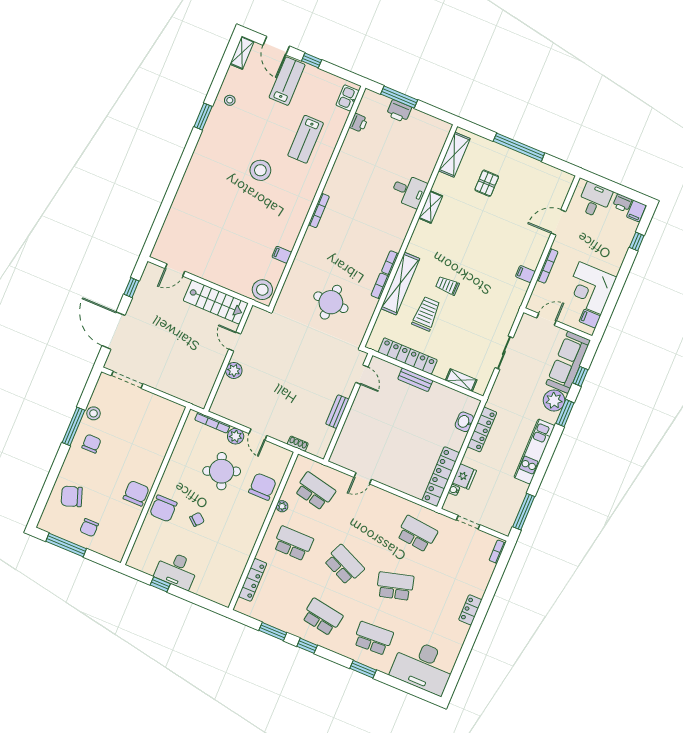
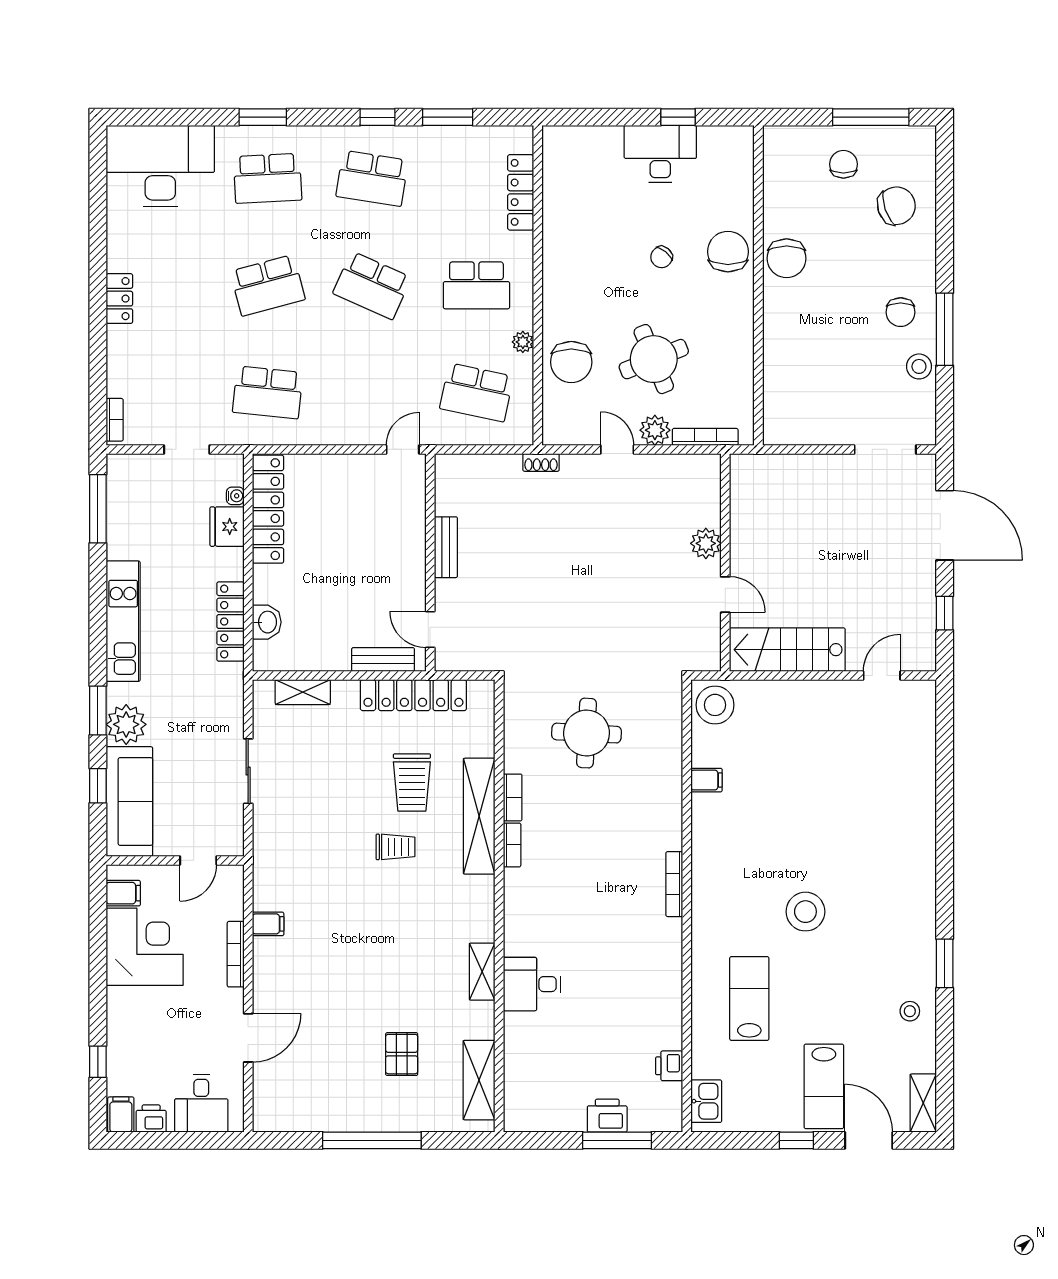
door: (362, 375) -> (430, 629), moved
wall: (348, 407) -> (430, 563), moved
bench: (337, 412) -> (446, 547), moved

